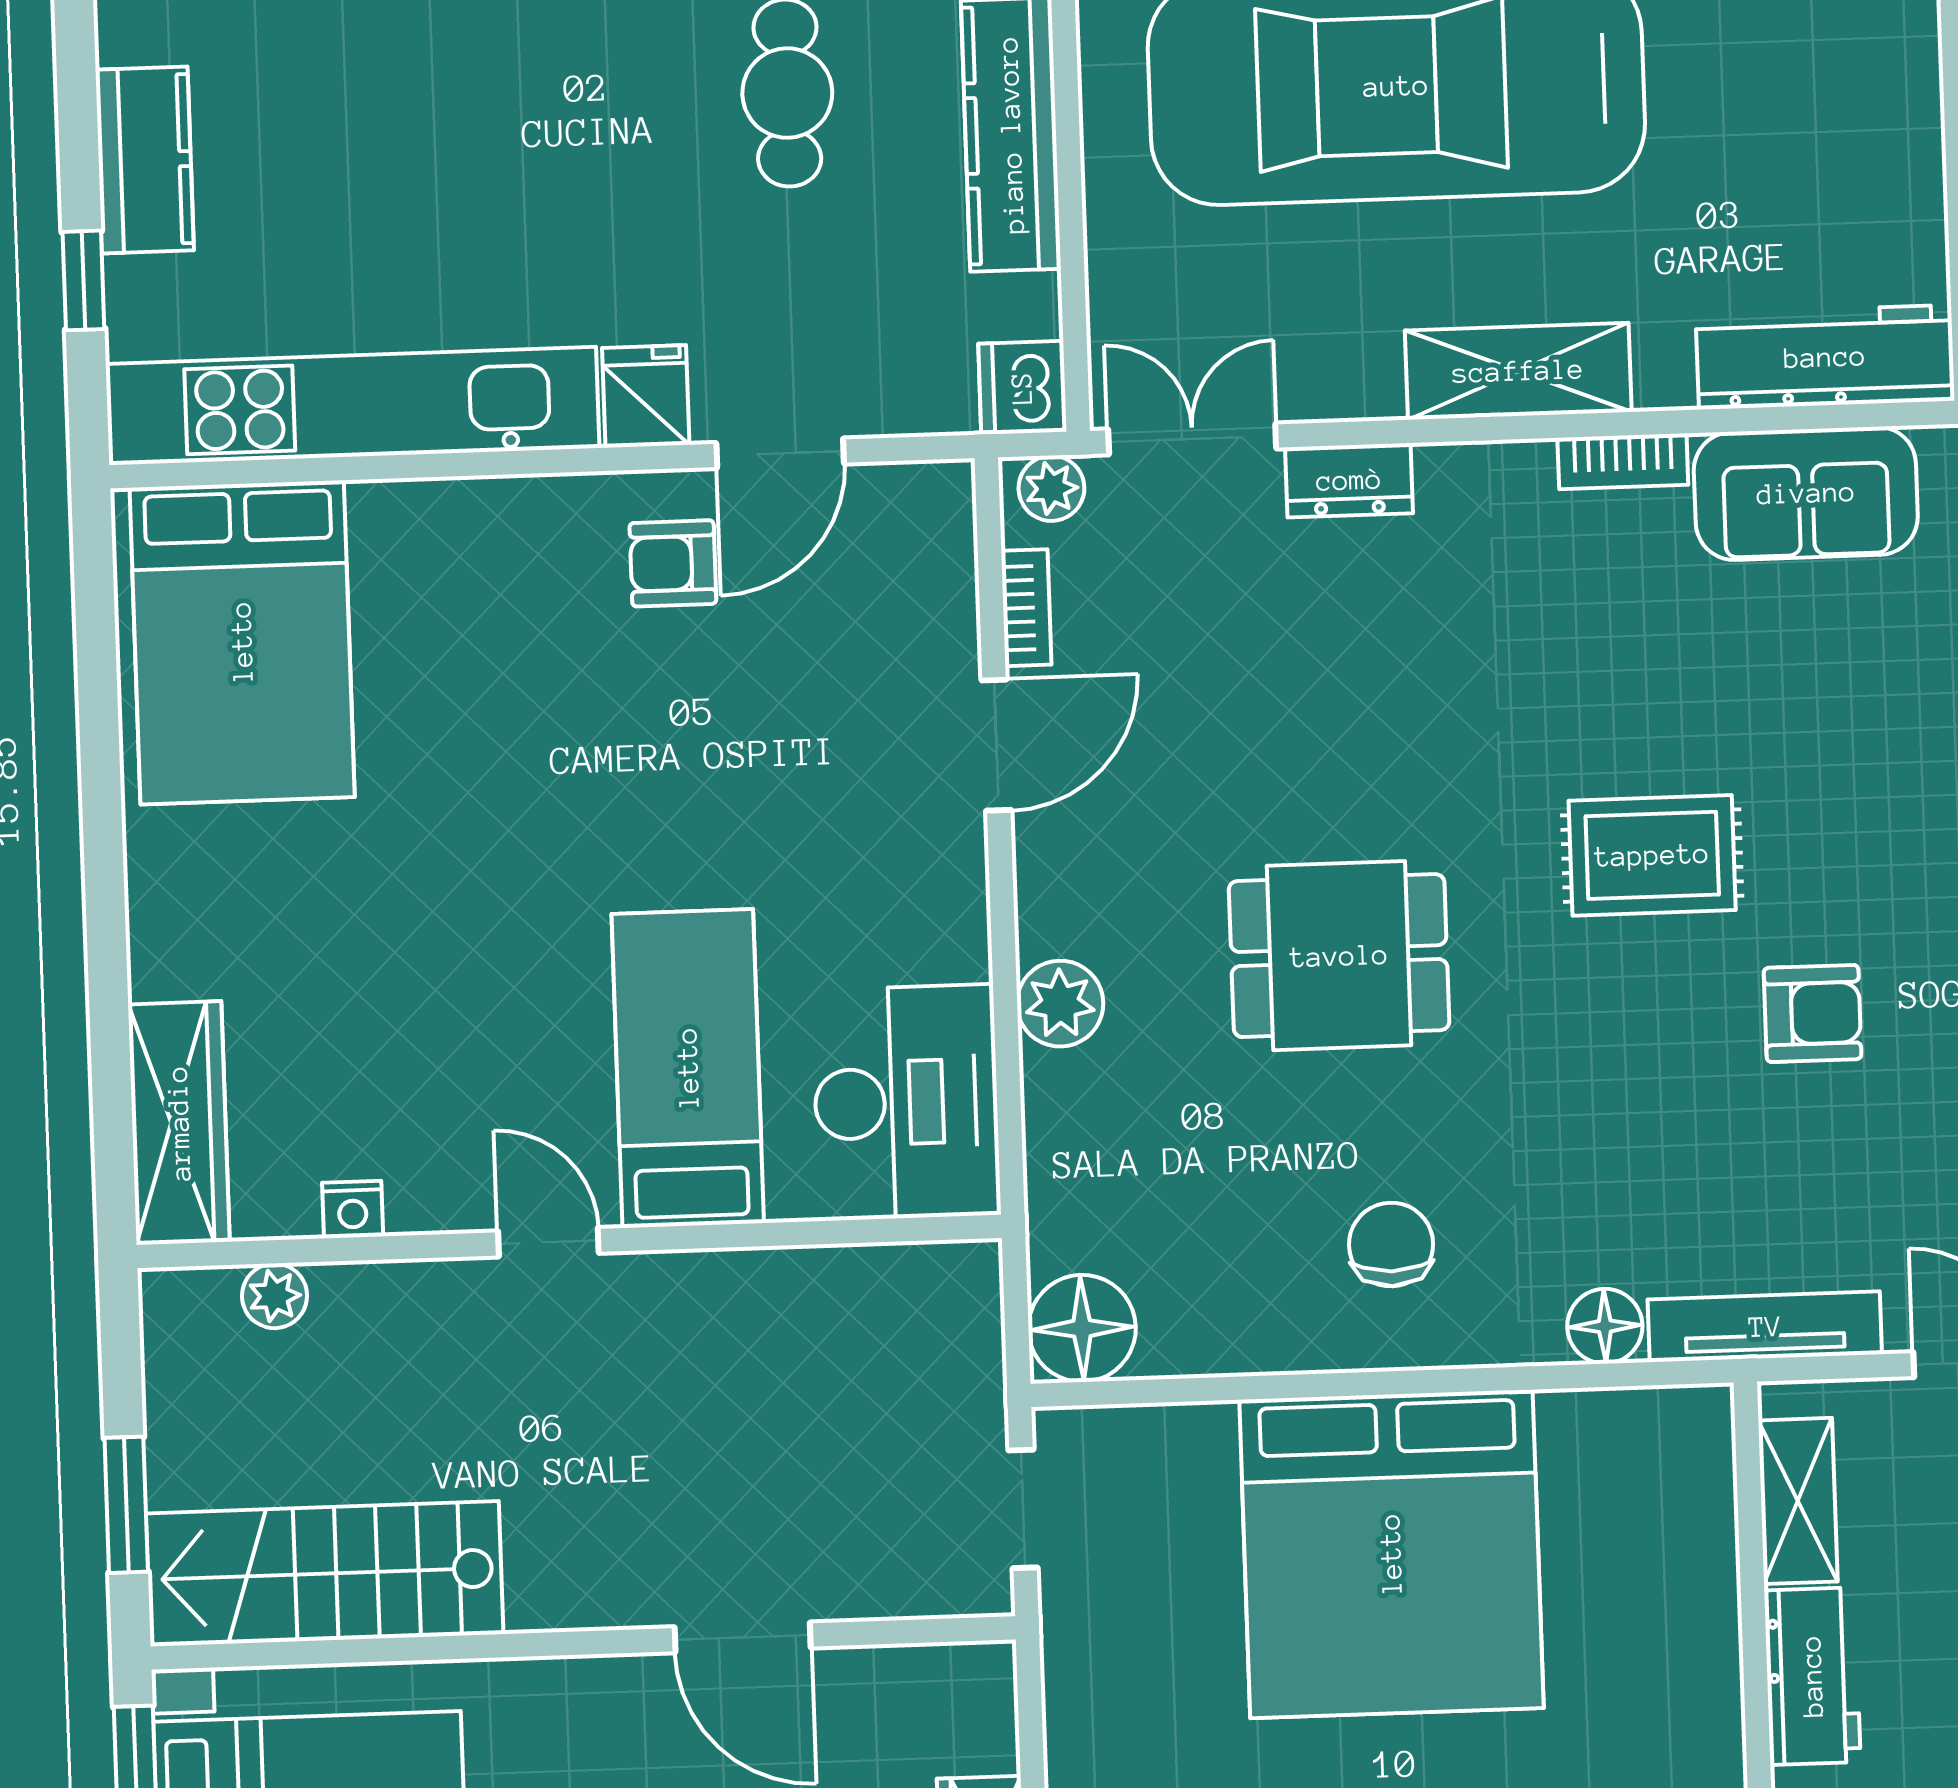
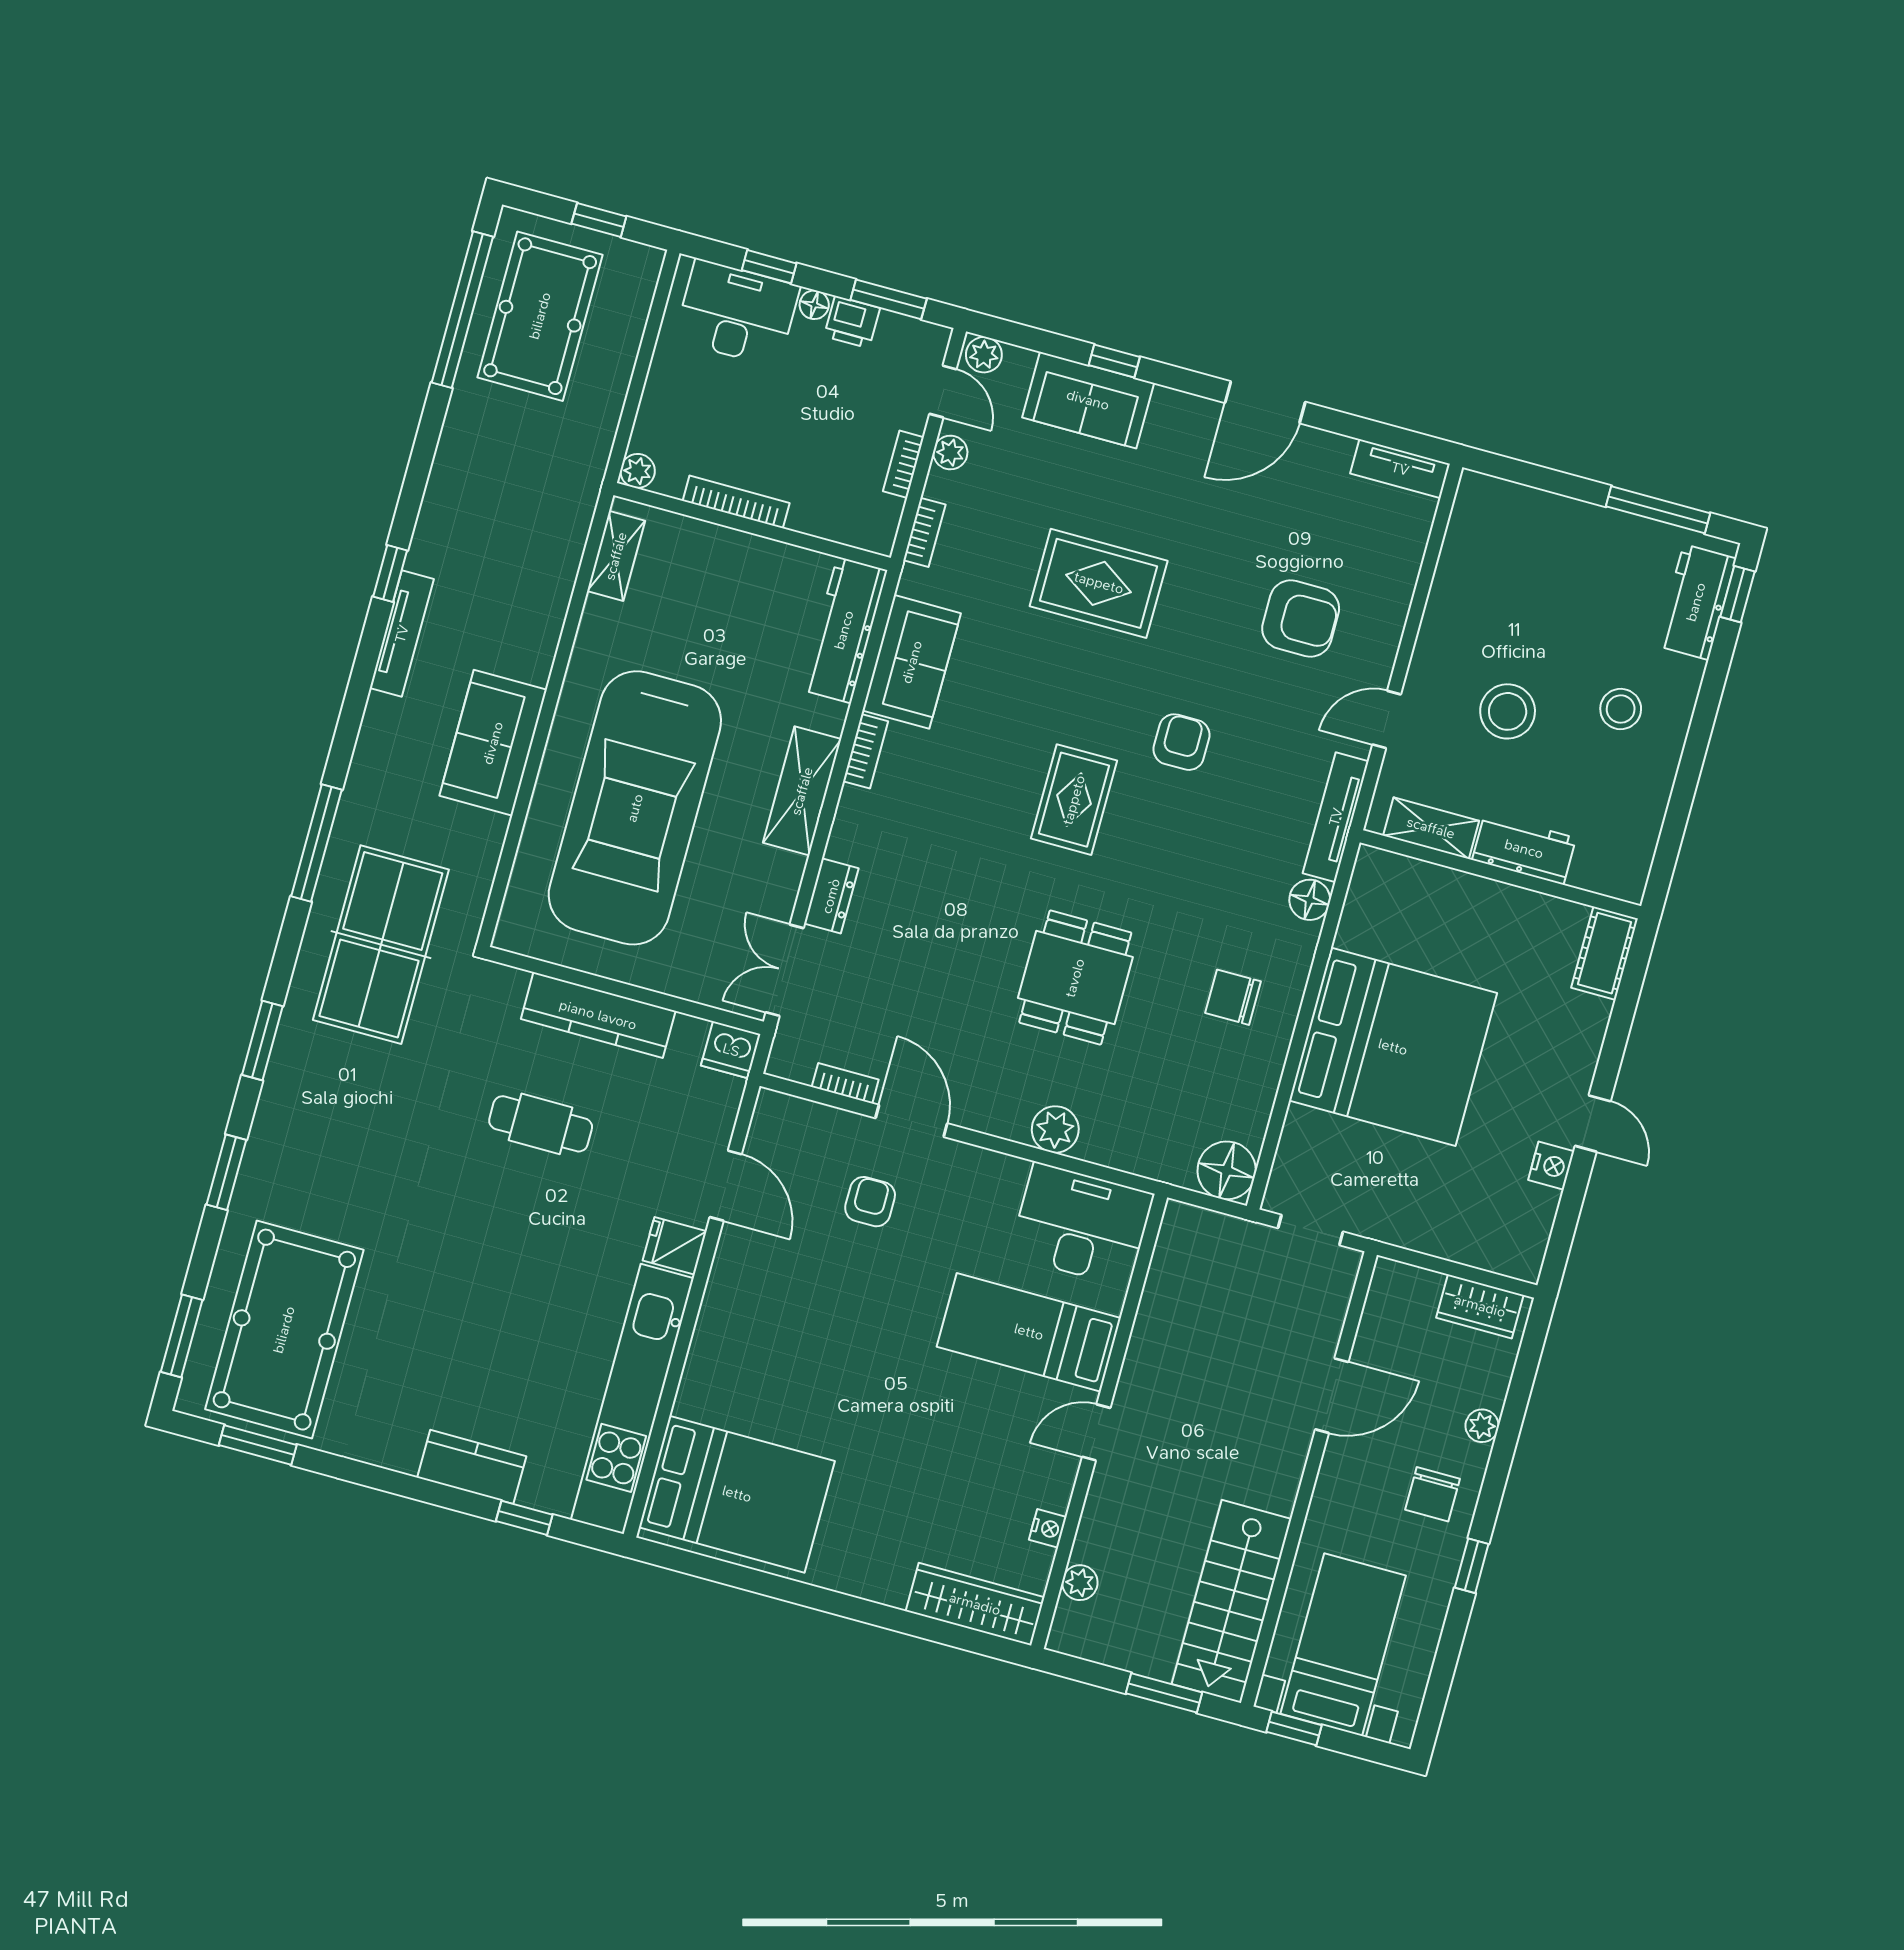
plant: (1051, 488) -> (787, 1051), removed
armchair: (673, 563) -> (870, 1202), moved, turned 180

